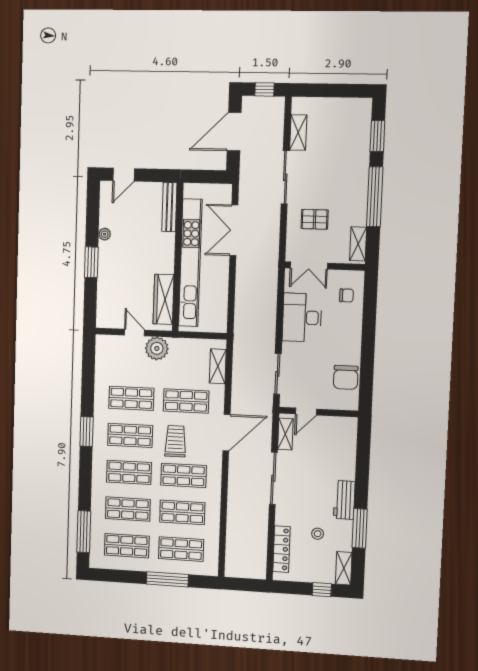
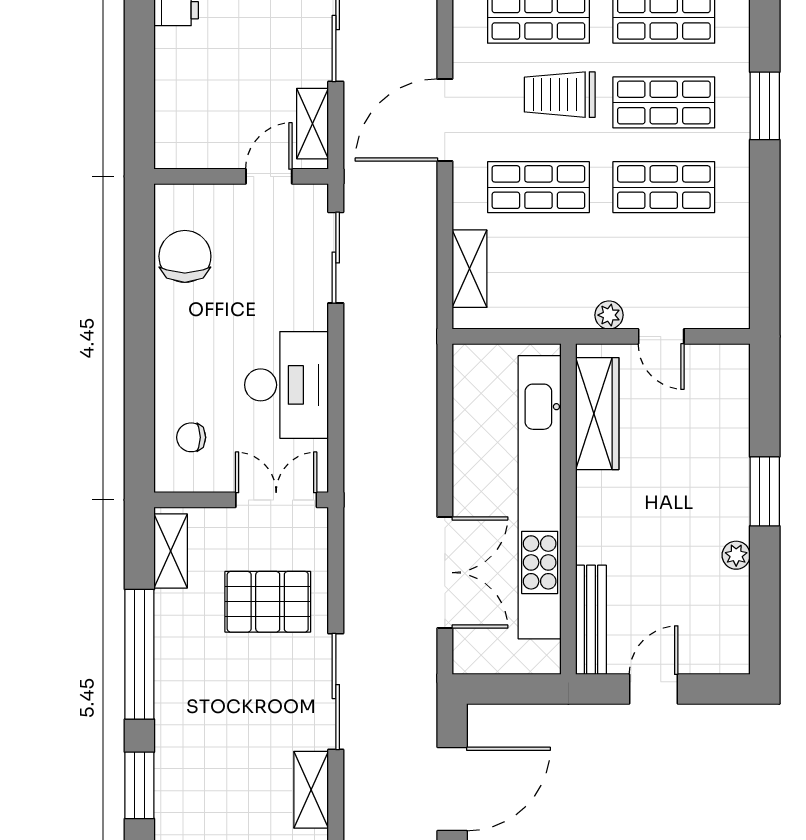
door: (124, 175) -> (654, 689), moved
pallet: (315, 219) -> (268, 602), width x1.50, depth x1.42
plant: (157, 348) -> (609, 315), width x0.53, depth x0.53
trolley: (175, 441) -> (560, 95), turned 90

